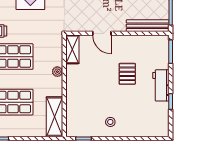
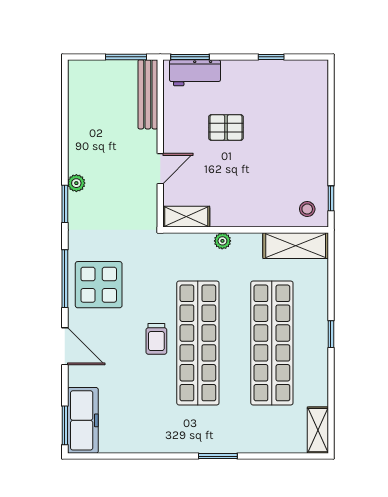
workbench: (161, 85) -> (195, 73), moved
stool: (110, 122) -> (307, 209), moved

